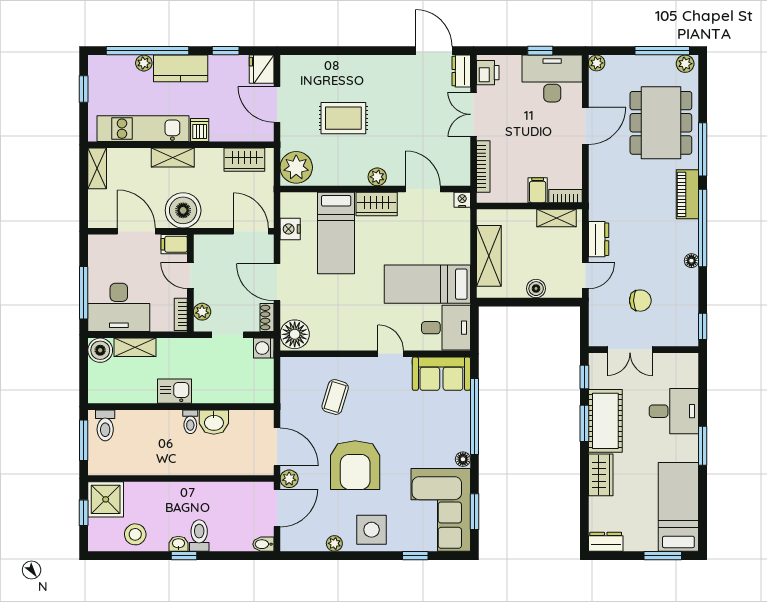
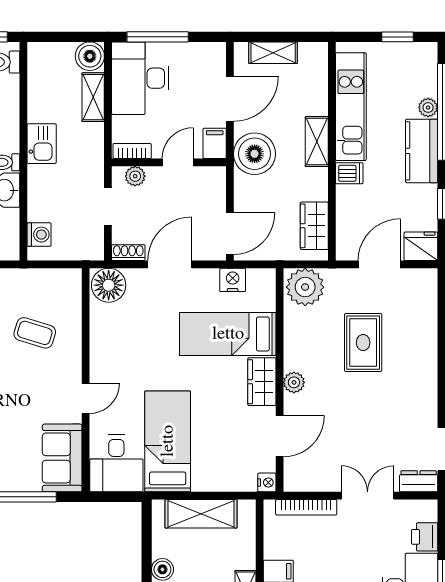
printer: (488, 73) -> (425, 537), moved, turned 90
shelving: (97, 168) -> (273, 53), moved
washing machine: (264, 348) -> (39, 235), moved, turned 90

